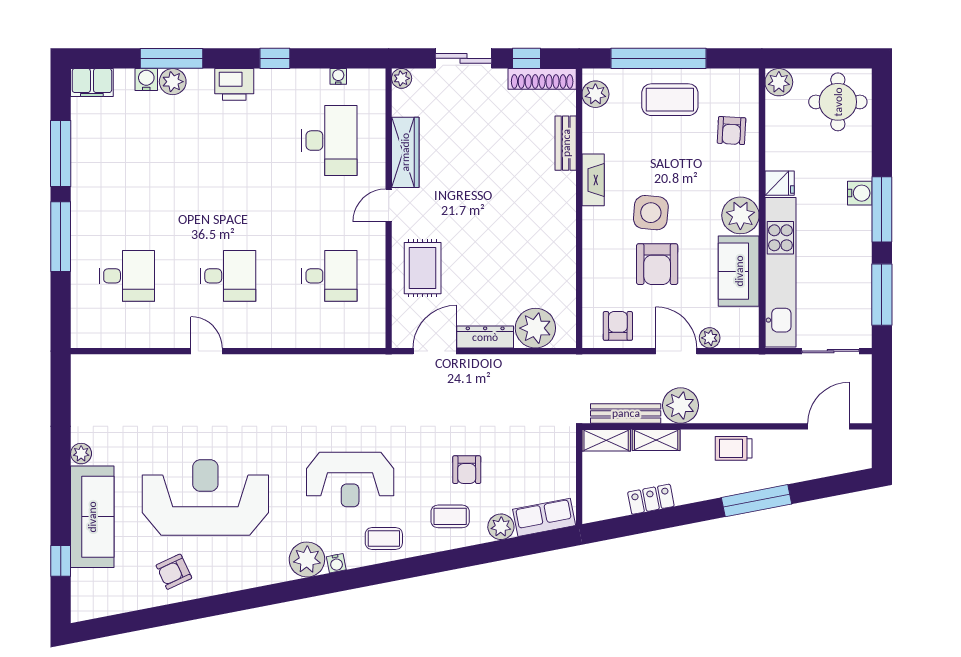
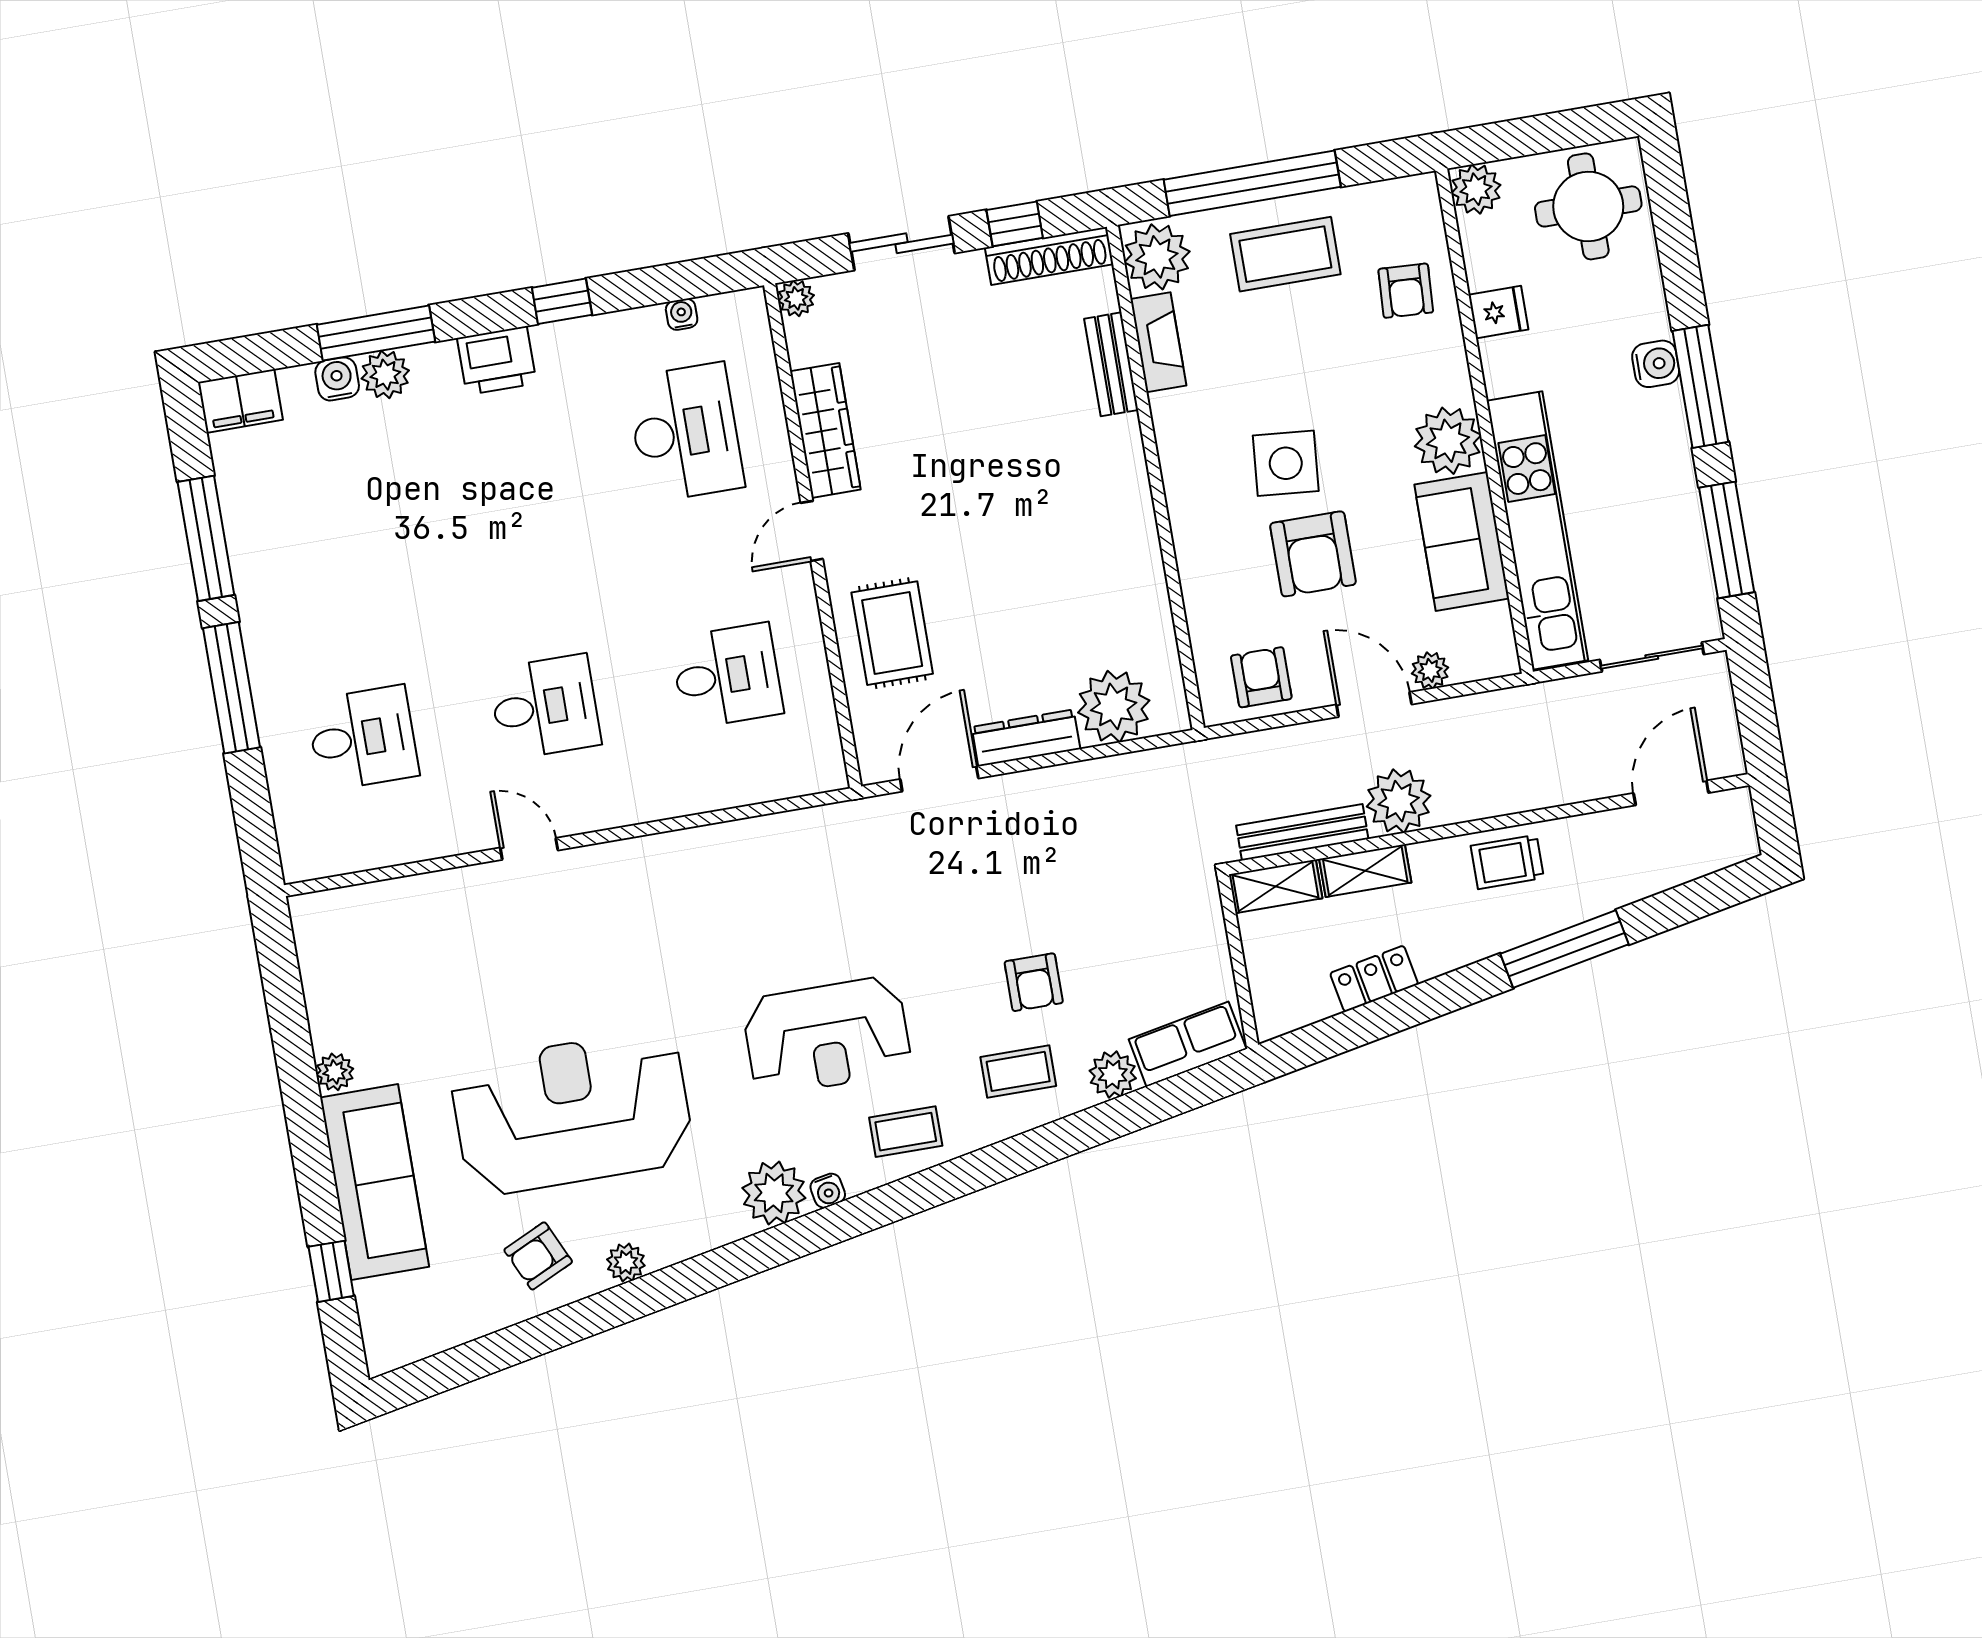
plant: (595, 94) -> (1157, 257), width x1.36, depth x1.36
fireplace: (593, 180) -> (1158, 342), moved
fridge: (780, 183) -> (1498, 312), moved
plant: (221, 583) -> (626, 1262), added

